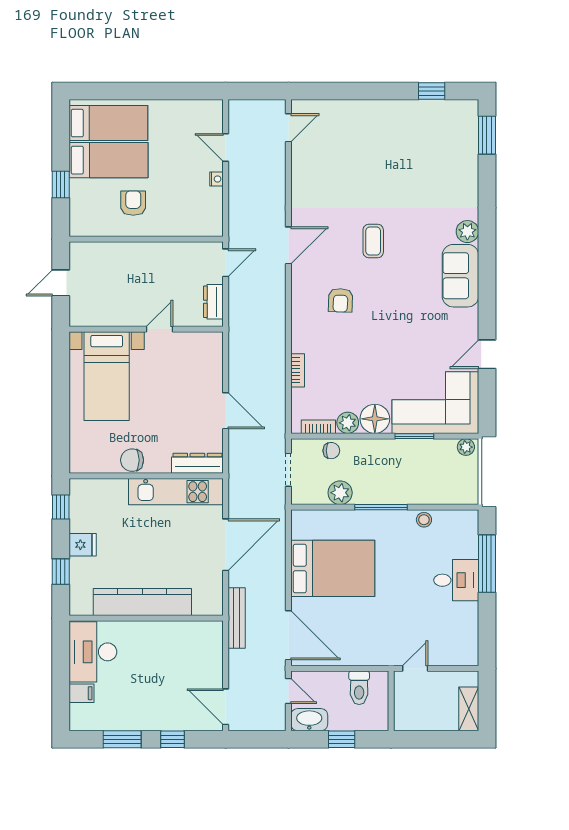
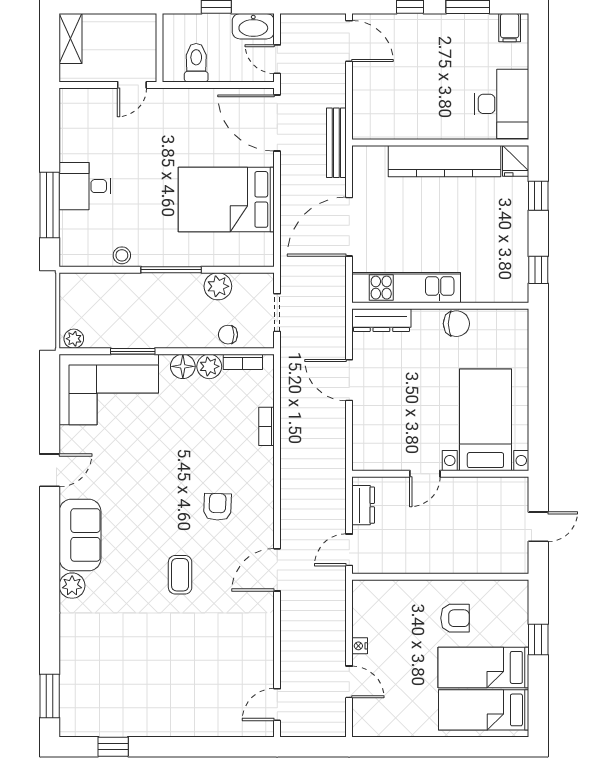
armchair: (133, 203) -> (455, 618), turned -90
door: (487, 354) -> (50, 470), moved
floor lamp: (375, 419) -> (183, 366), width x0.73, depth x0.73
fridge: (83, 545) -> (516, 161), moved, turned -90
filing cabinet: (81, 693) -> (510, 28), moved, turned -90

